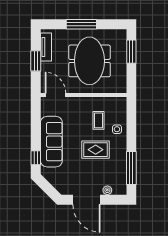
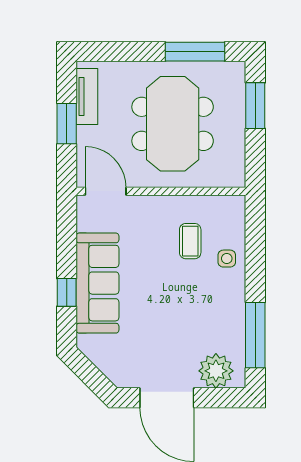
window: (81, 24) -> (195, 52), moved
rug: (96, 150) -> (185, 299), removed
window: (36, 158) -> (67, 292), moved
plant: (107, 190) -> (216, 371), width x1.88, depth x1.88

